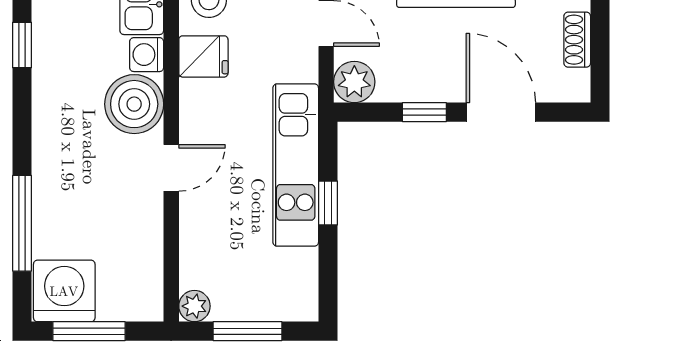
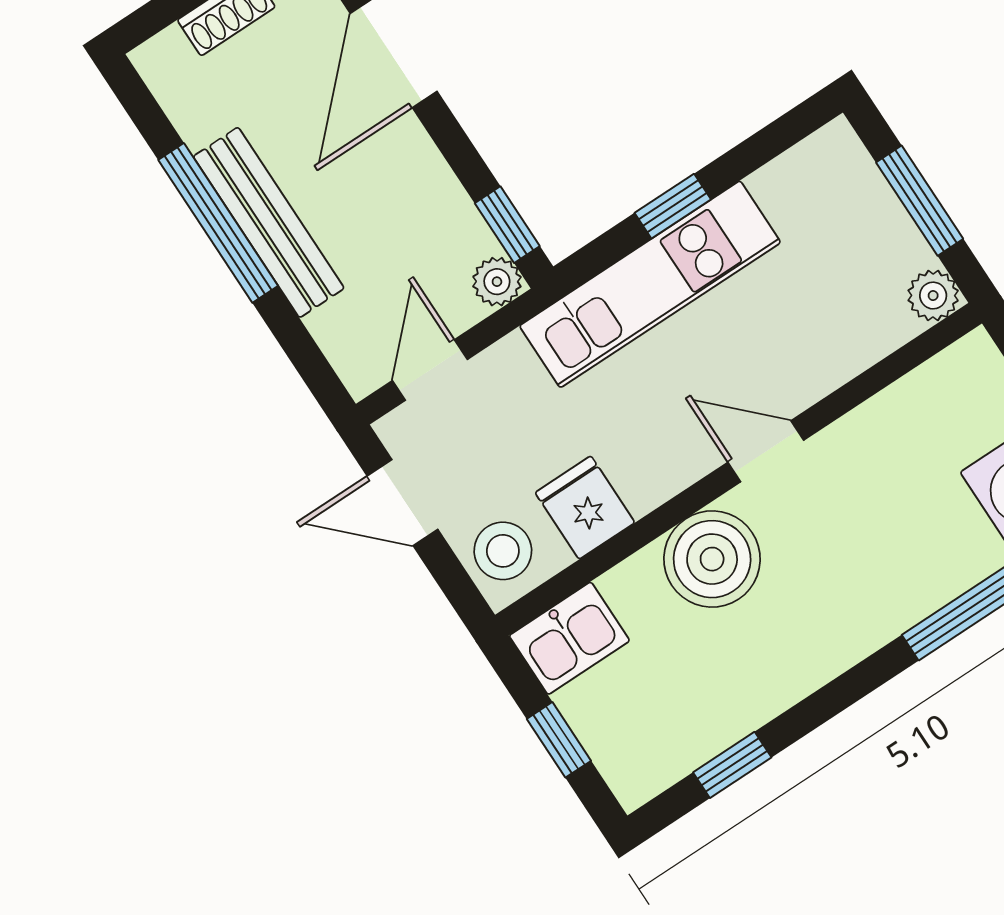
washing machine: (147, 55) -> (633, 586), removed
plant: (354, 82) -> (497, 282), width x0.73, depth x0.73
window: (424, 112) -> (507, 225), moved

